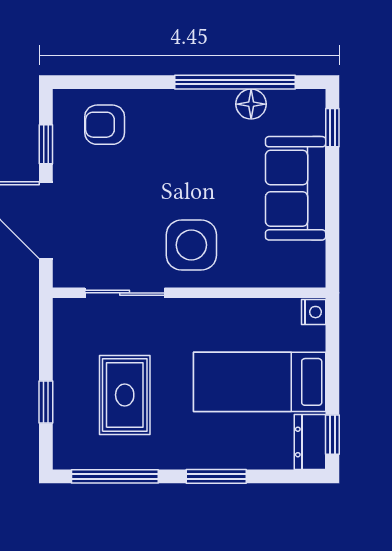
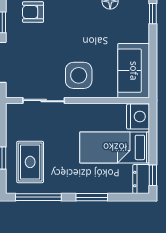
sofa: (296, 188) -> (134, 71), moved
nightstand: (314, 312) -> (138, 117), width x1.89, depth x1.79
rug: (125, 395) -> (30, 162), moved

